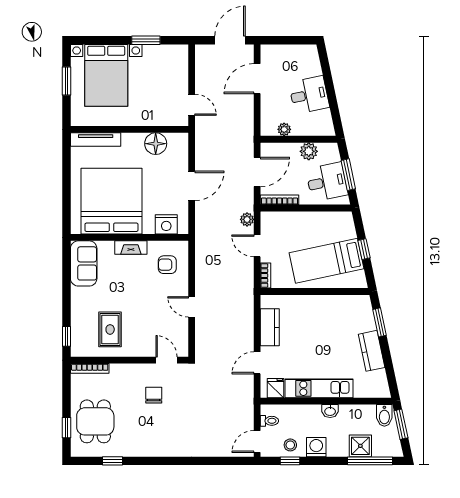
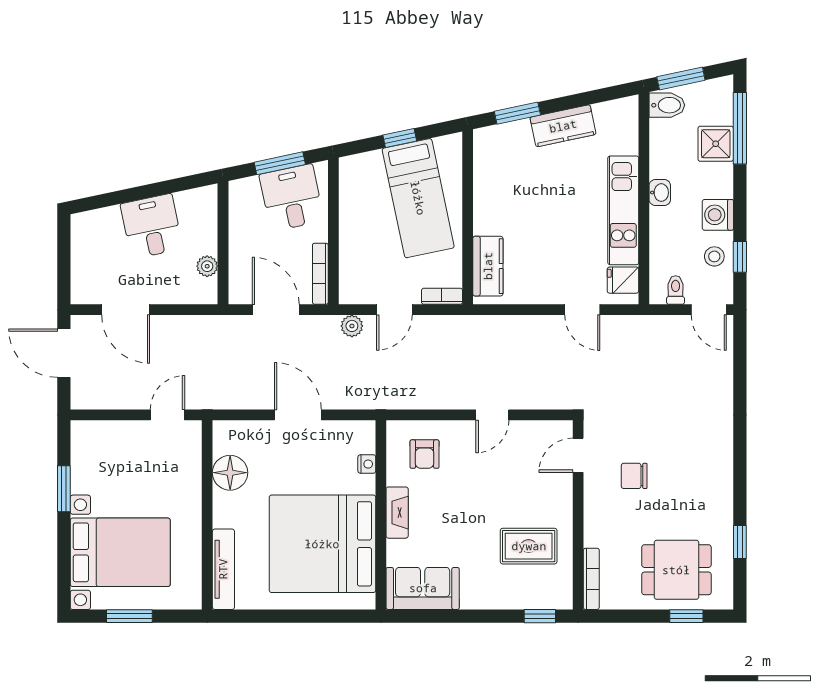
plant: (309, 151) -> (242, 227), removed
nightstand: (166, 224) -> (367, 464), width x0.53, depth x0.56
kitchen counter: (270, 327) -> (488, 266), moved, turned 90

